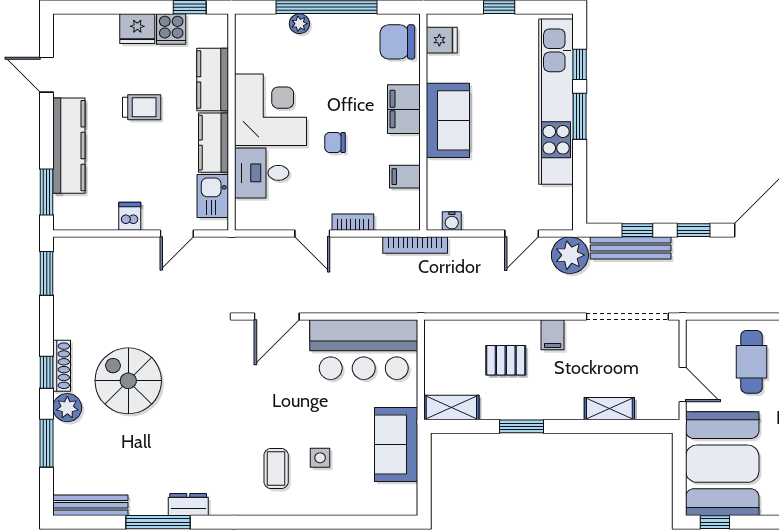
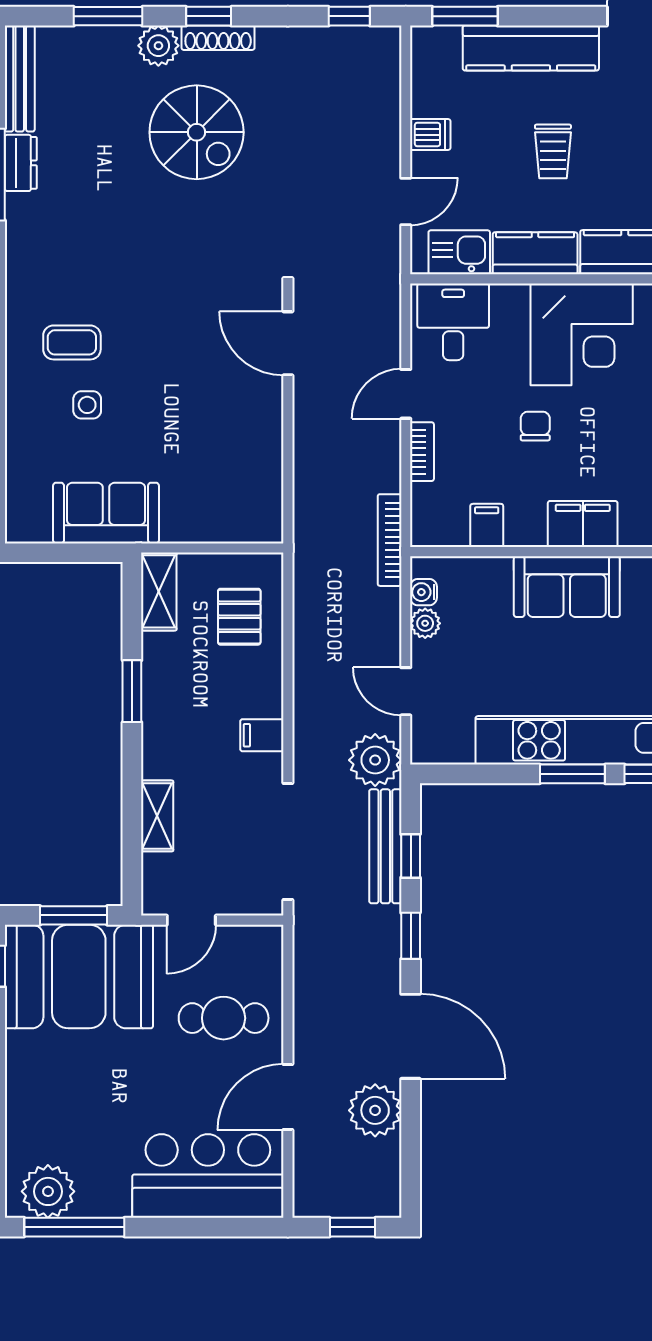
trolley: (142, 107) -> (553, 151), moved
desk: (262, 173) -> (453, 322), moved
plant: (474, 220) -> (425, 623), added
door: (177, 234) -> (406, 201), swing flipped
window: (47, 273) -> (349, 16), width x0.67
bar counter: (364, 350) -> (241, 467), removed
pallet: (506, 360) -> (239, 617), moved
spiral stairs: (128, 381) -> (197, 132), turned 90
window: (679, 467) -> (74, 915), added
dresser: (188, 505) -> (21, 163), moved

